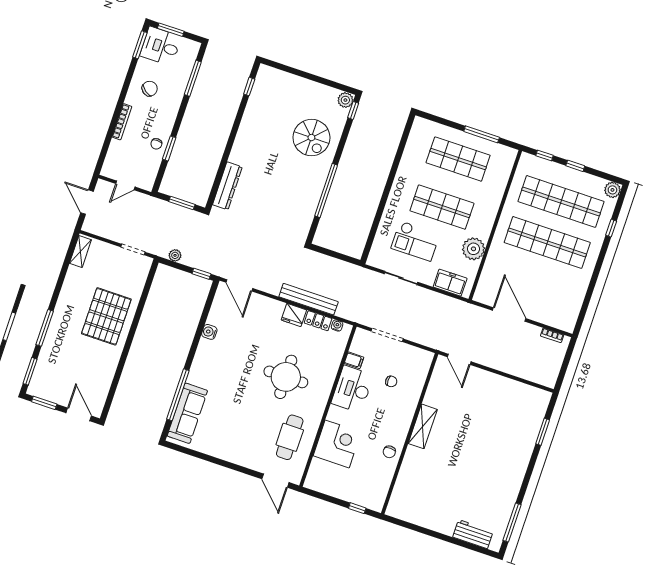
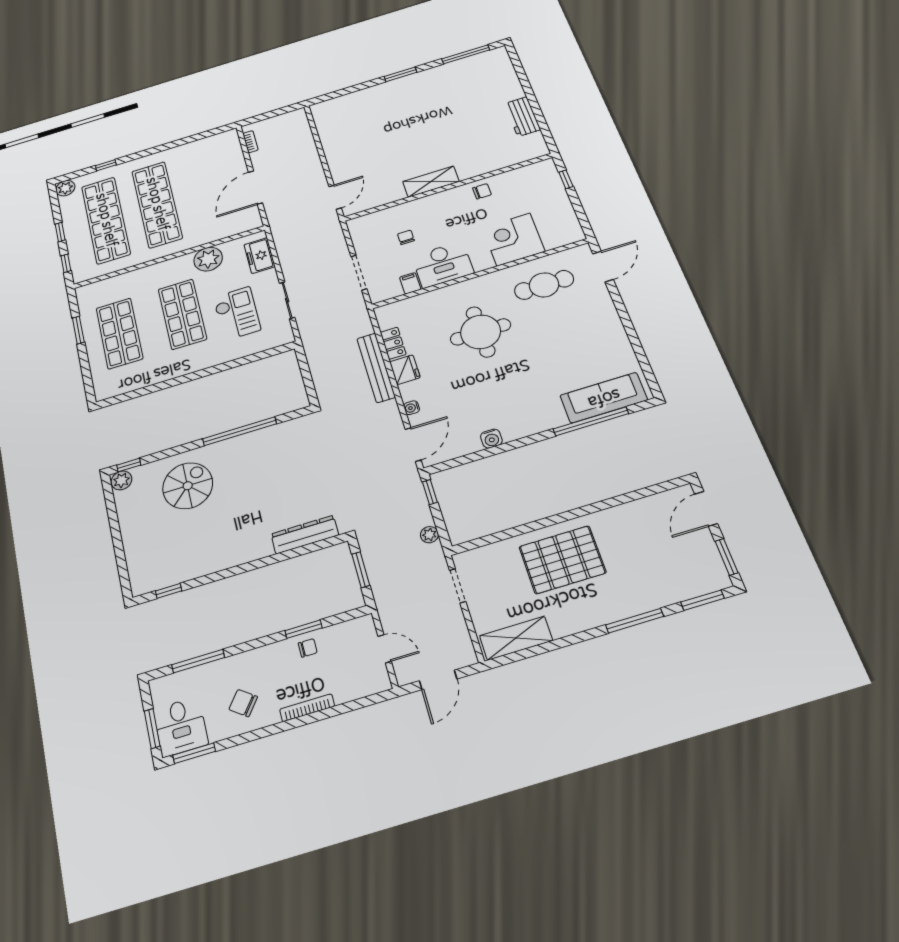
window: (482, 134) -> (78, 330), width x0.69
shelving: (80, 252) -> (516, 638), width x1.50, depth x1.33
water cooler: (337, 325) -> (412, 408), moved
window: (543, 432) -> (401, 74), moved
workbench: (473, 534) -> (522, 117), moved

